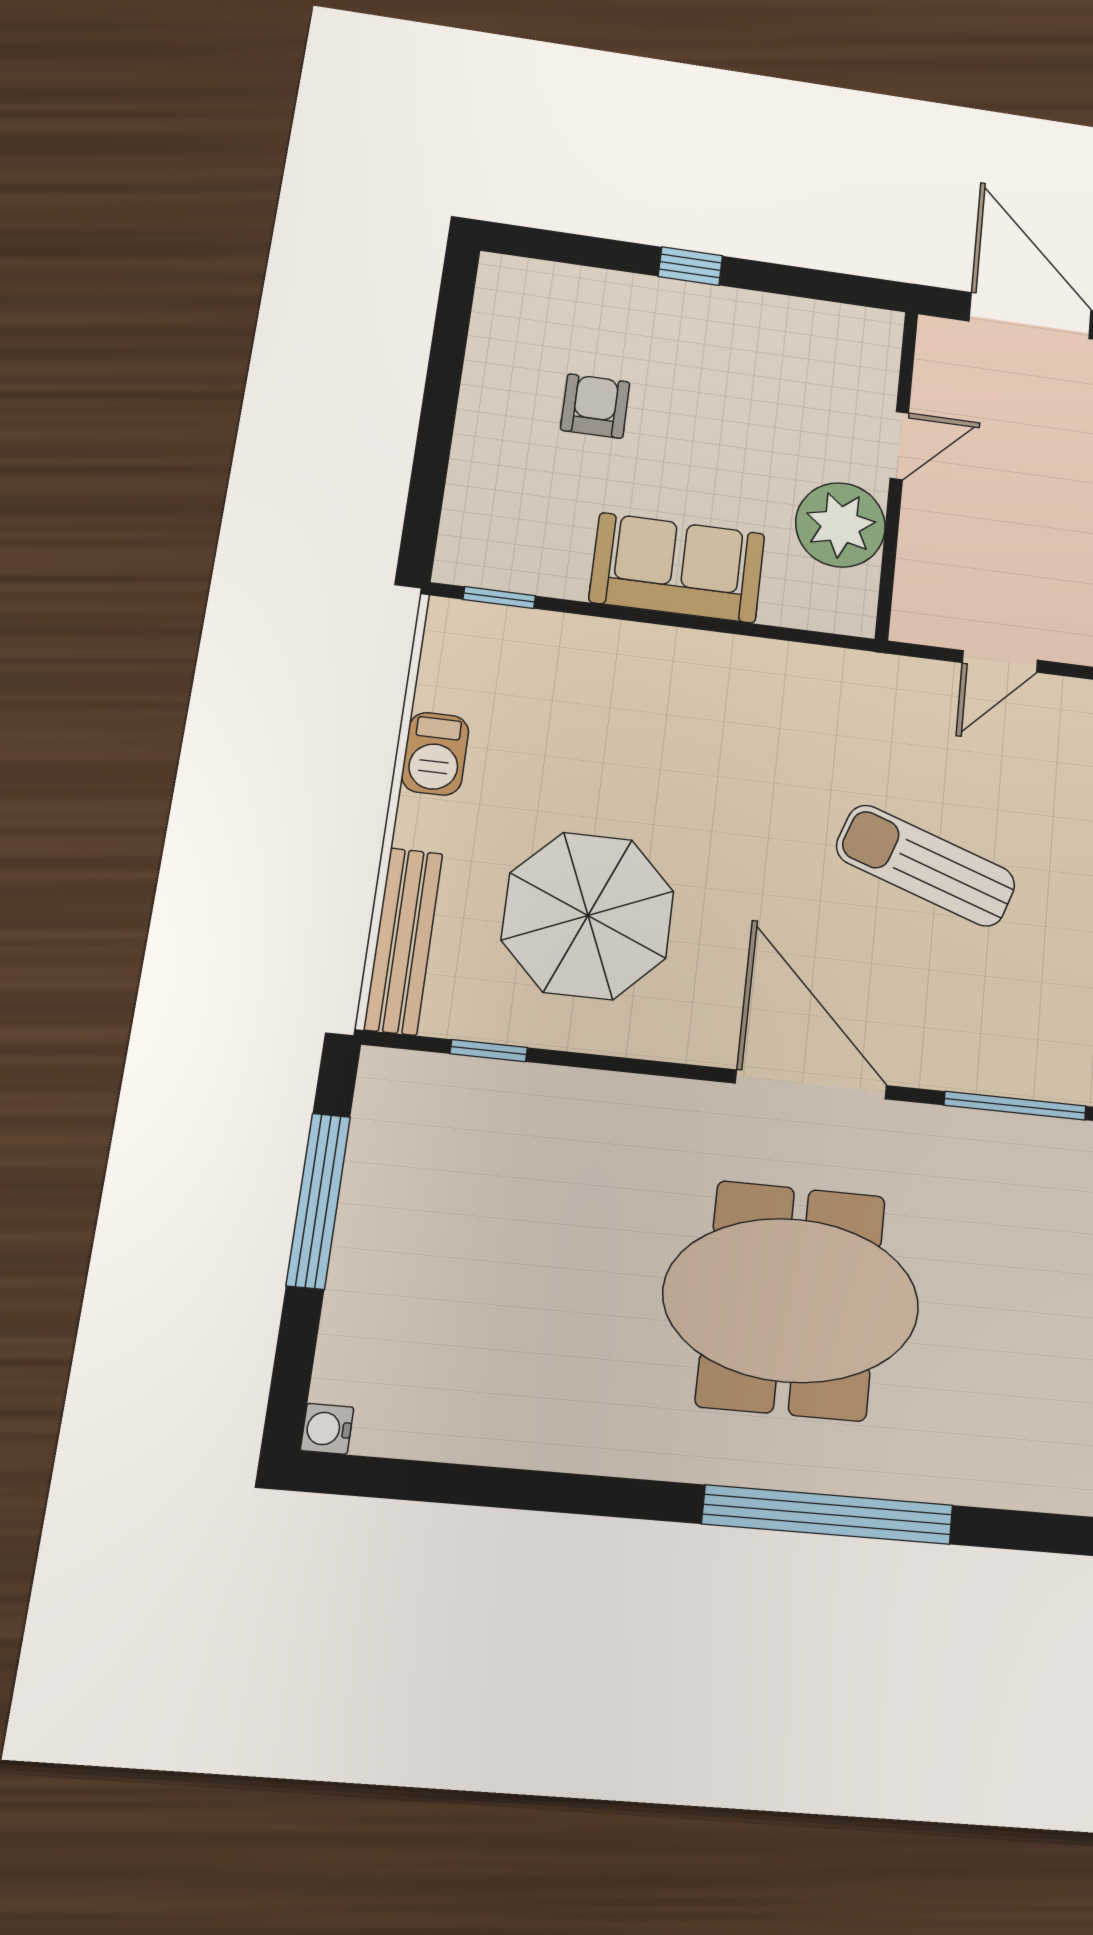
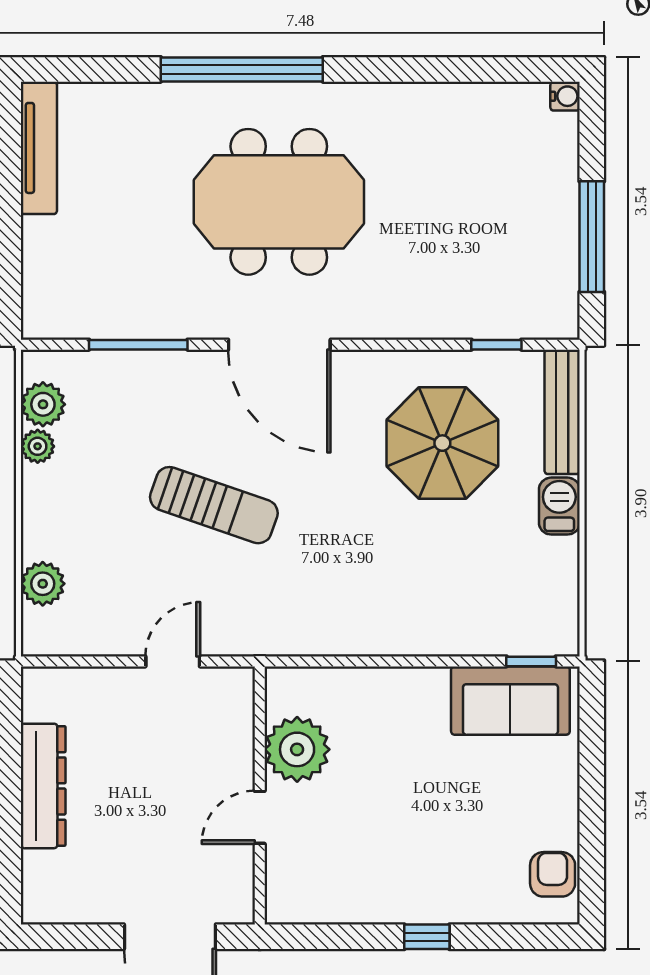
armchair: (595, 406) -> (553, 874), moved, turned 180
sofa: (677, 568) -> (510, 701), moved
barbecue: (435, 754) -> (559, 506), moved

